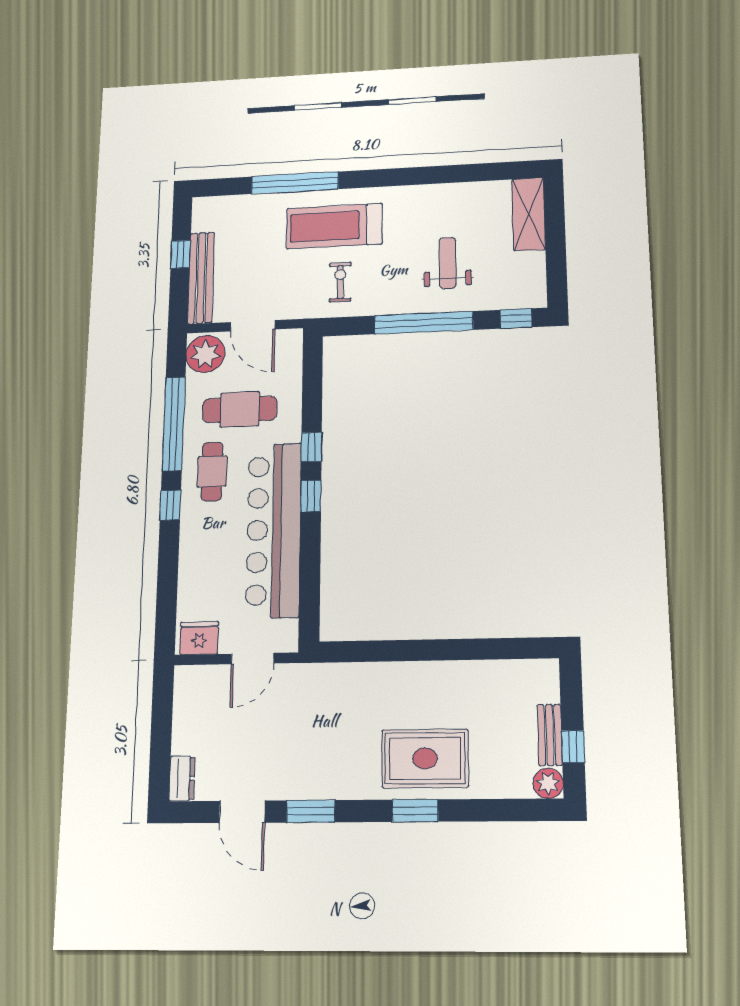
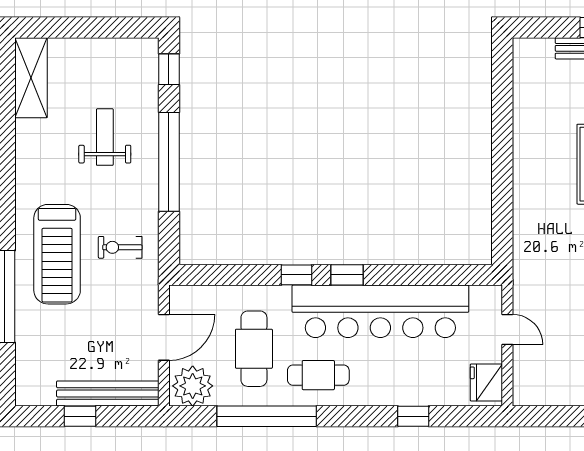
shelving: (529, 214) -> (31, 78), moved, turned 90
weight bench: (448, 263) -> (105, 137), turned 90
window: (170, 505) -> (413, 416), moved
door: (253, 659) -> (507, 329), width x0.73

